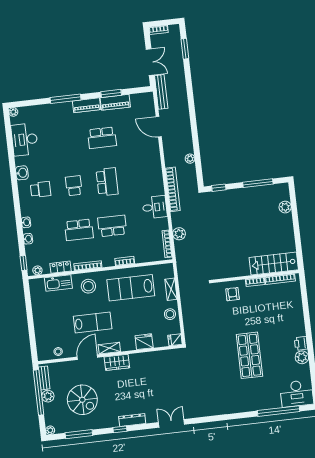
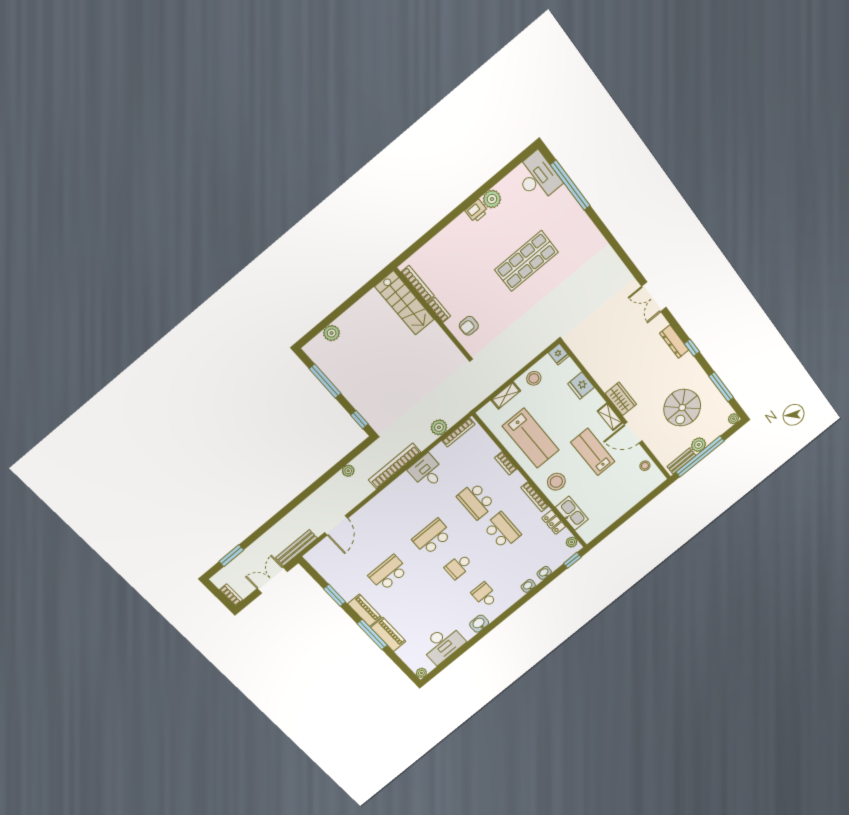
piano: (115, 102) -> (388, 634), moved
school desk: (102, 138) -> (388, 573), turned -90
spiral stairs: (82, 400) -> (682, 408), turned 180

